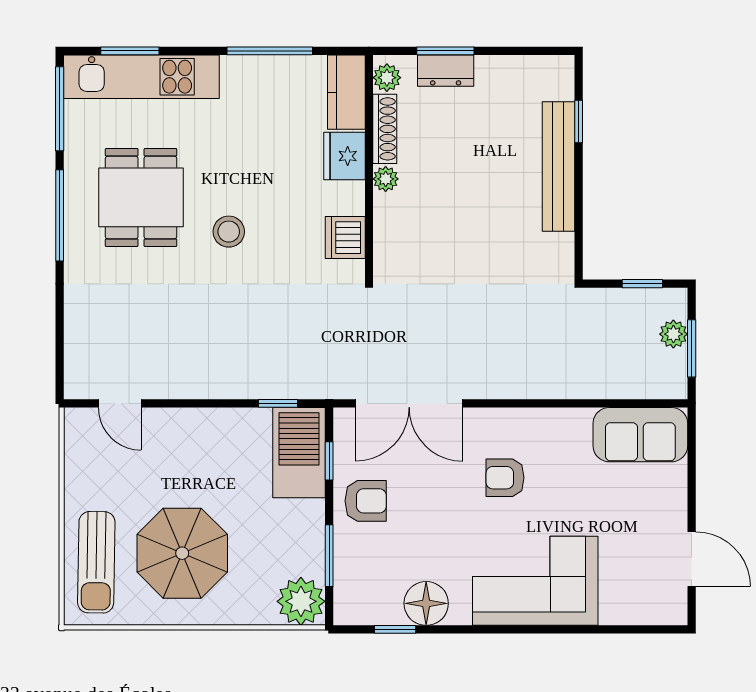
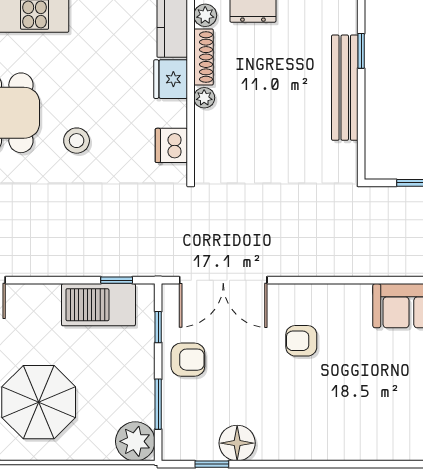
barbecue: (299, 453) -> (98, 305), moved, turned -90
corner sofa: (535, 581) -> (326, 425), removed

